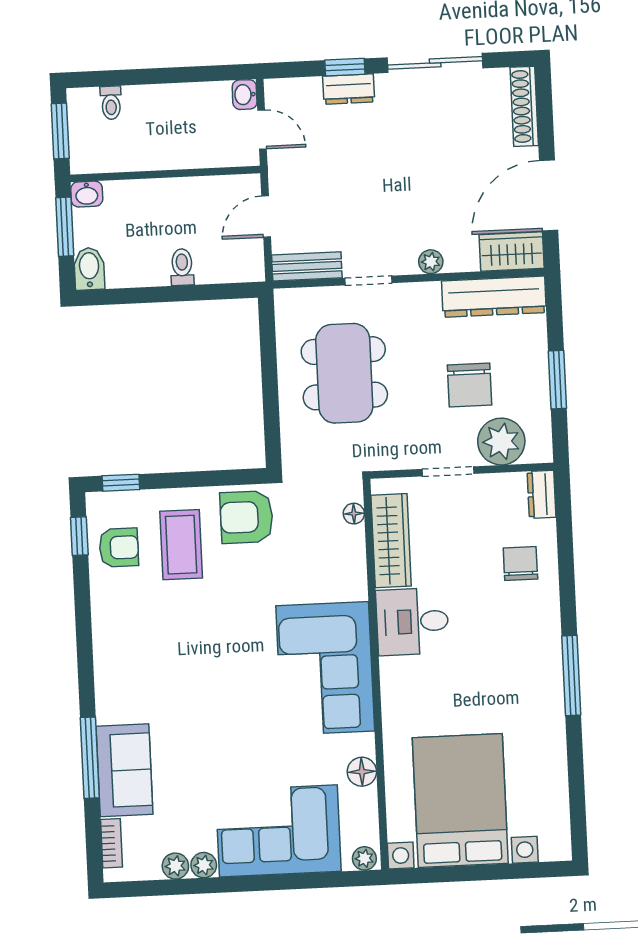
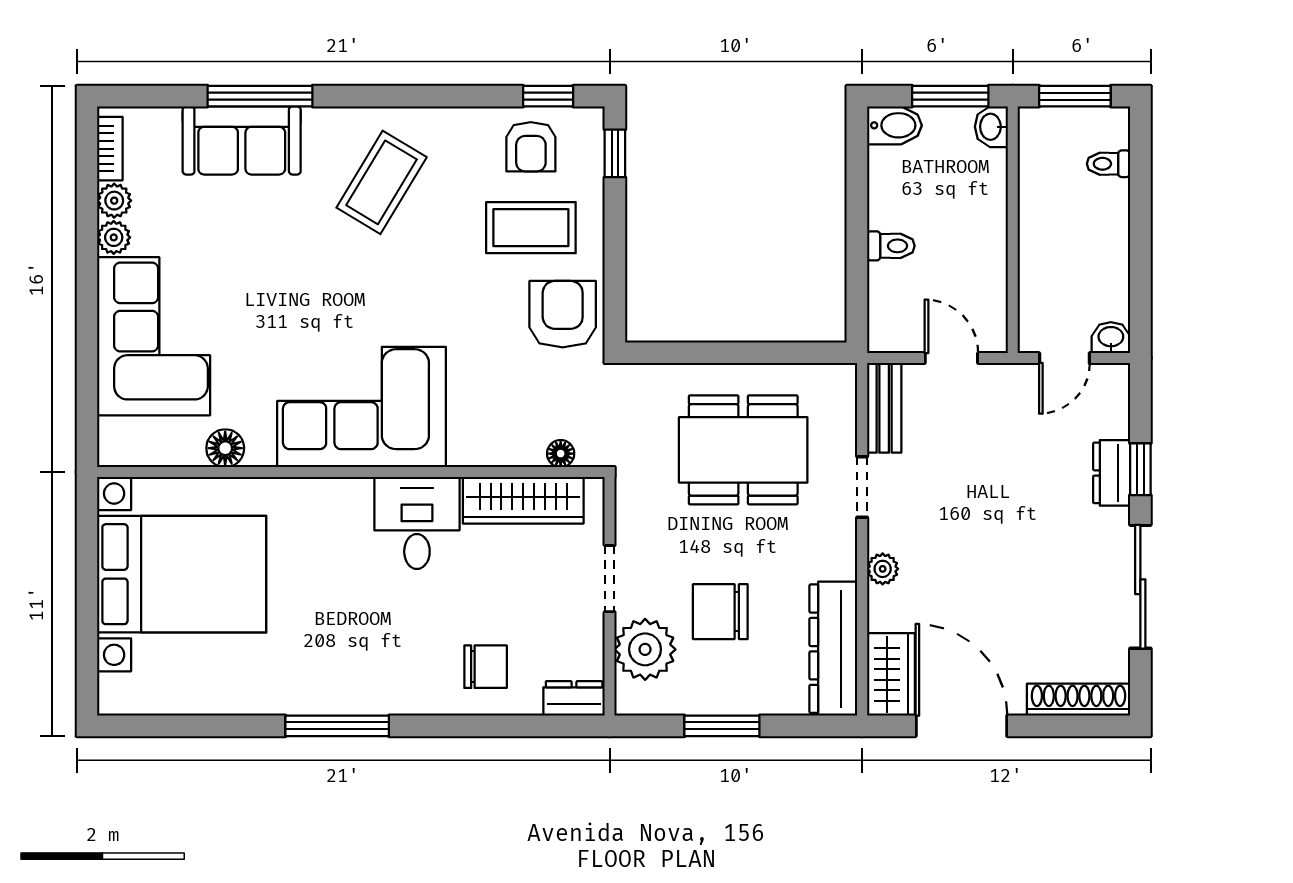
coffee table: (152, 661) -> (382, 182), added
bookcase: (111, 843) -> (110, 149), moved, turned -90
plant: (364, 858) -> (113, 446), removed

